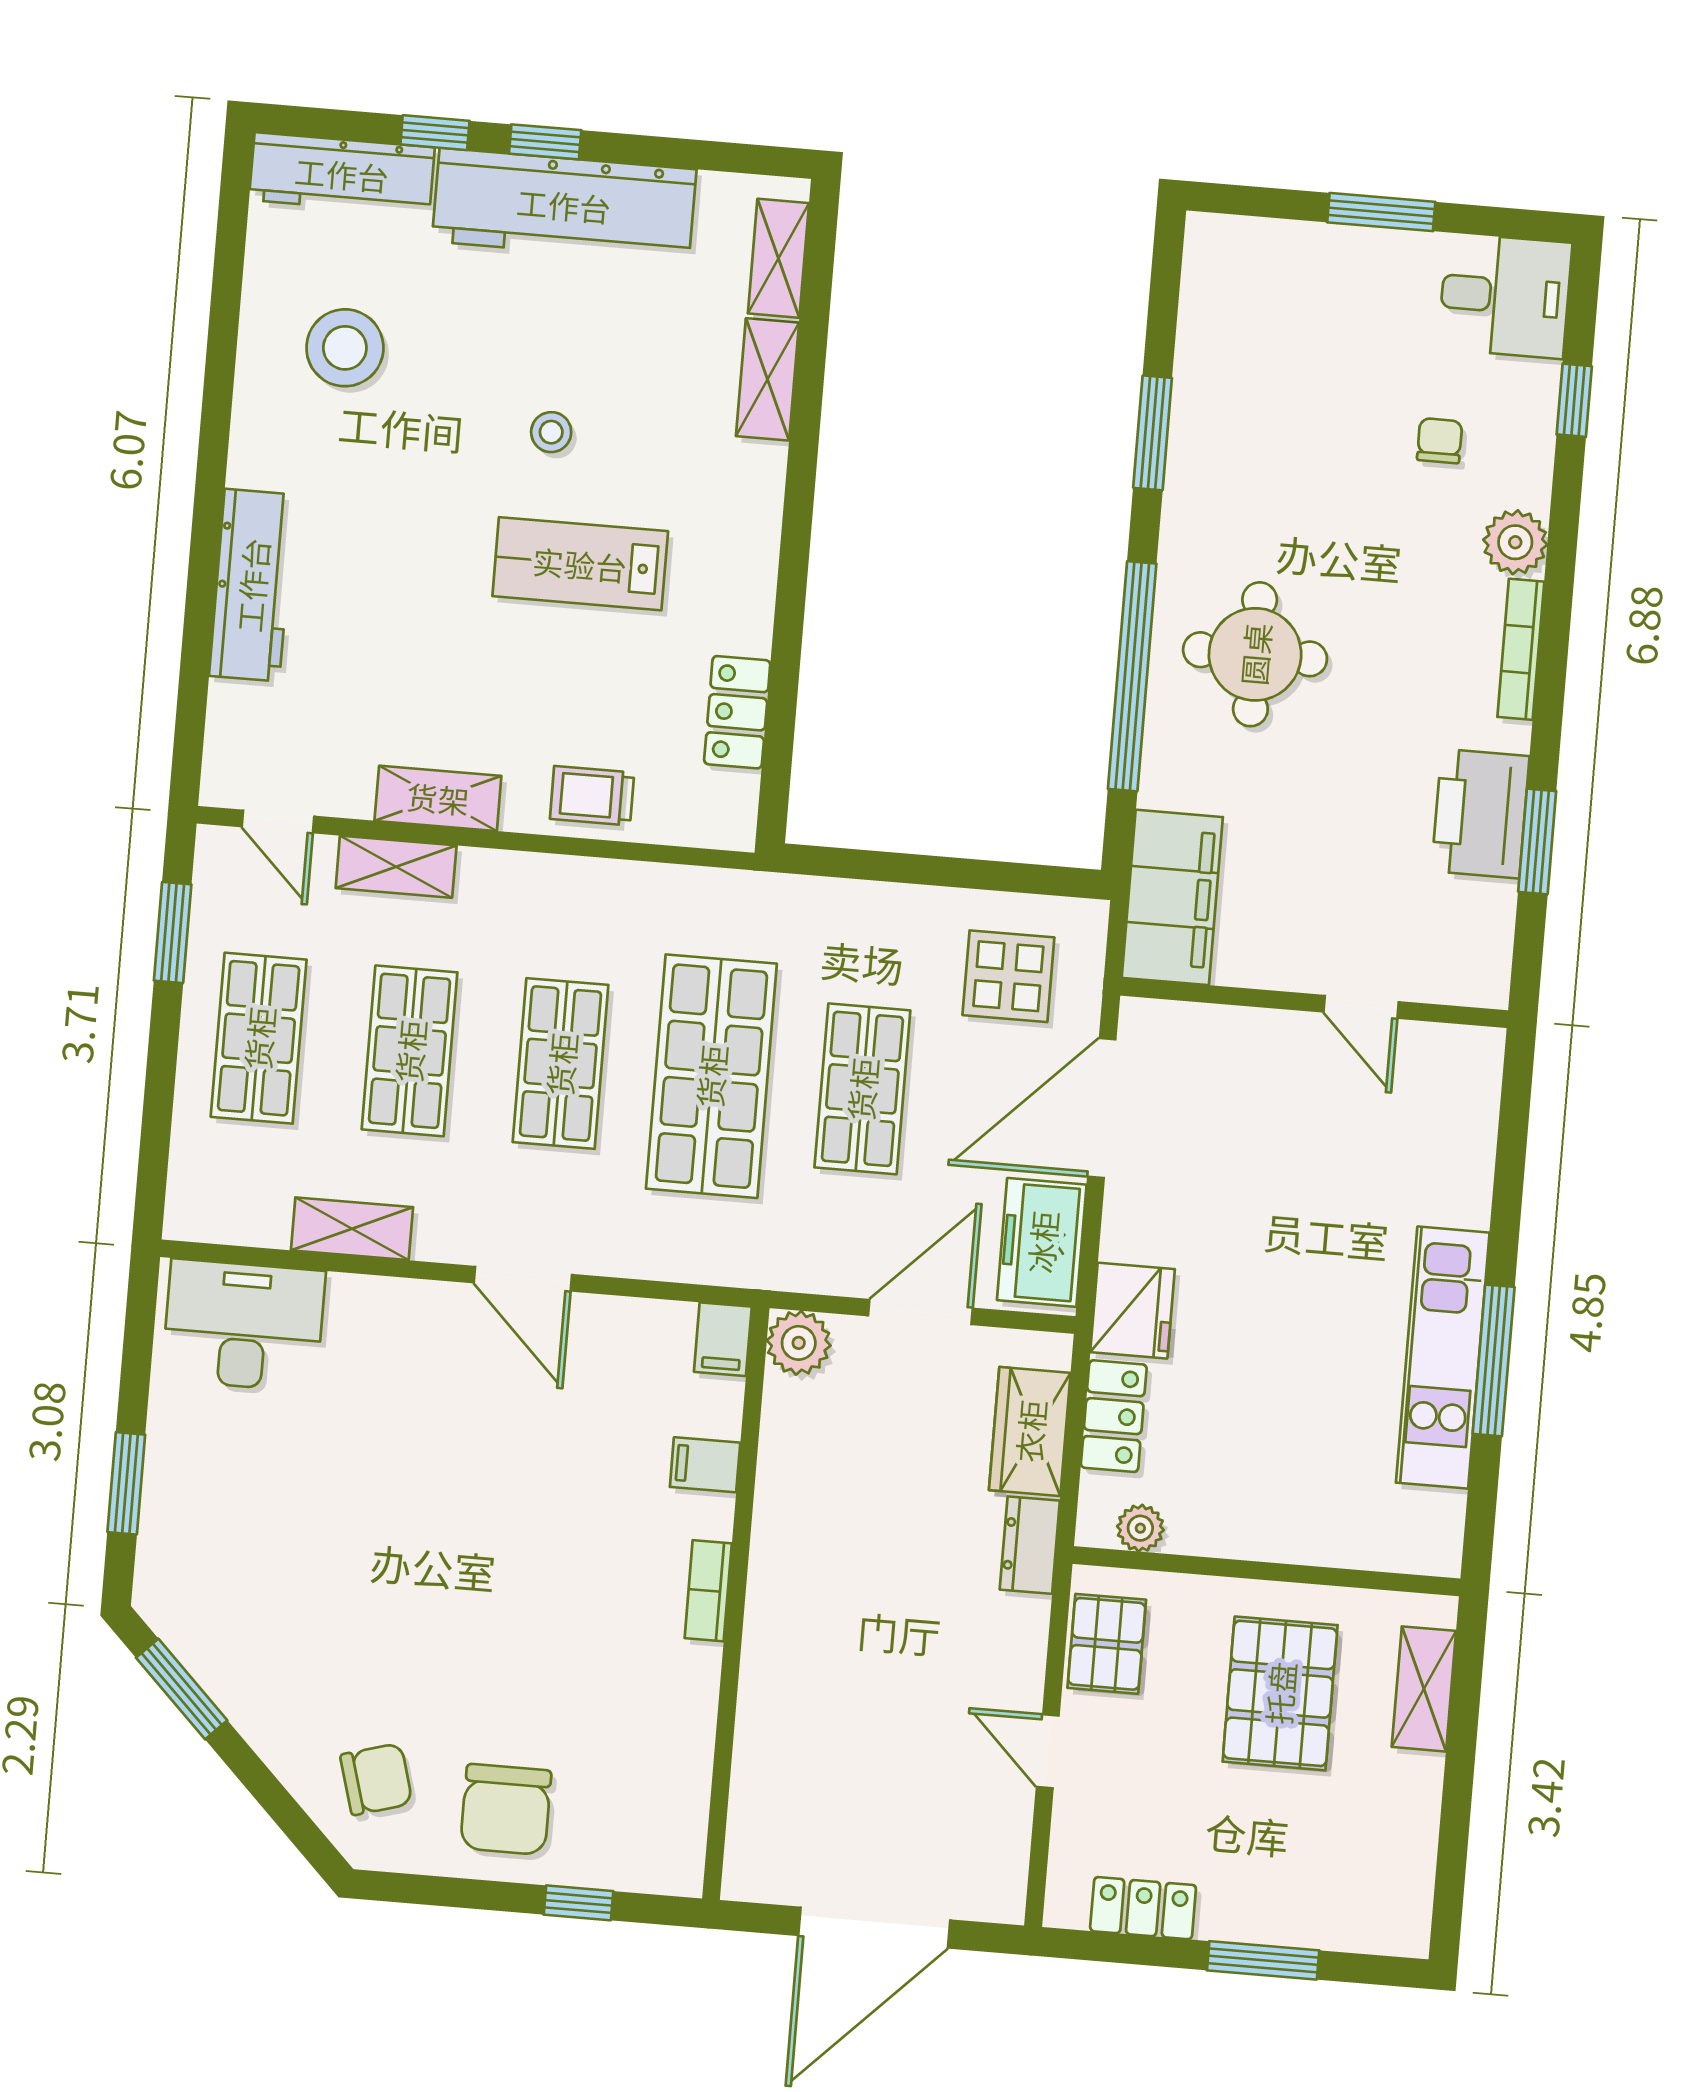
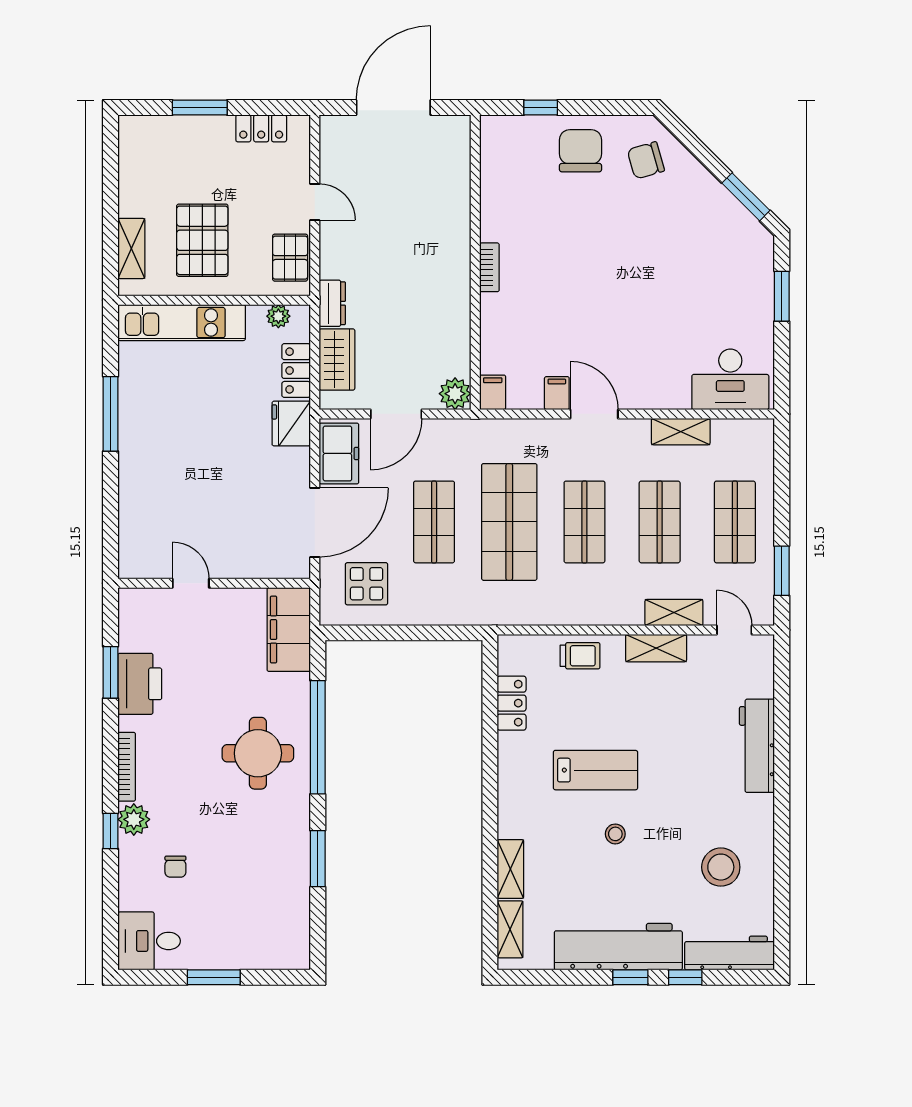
window: (1574, 400) -> (111, 831), moved
kitchen unit: (1443, 1358) -> (182, 323), moved, turned 90
filing cabinet: (705, 1465) -> (557, 393), moved, turned -90

